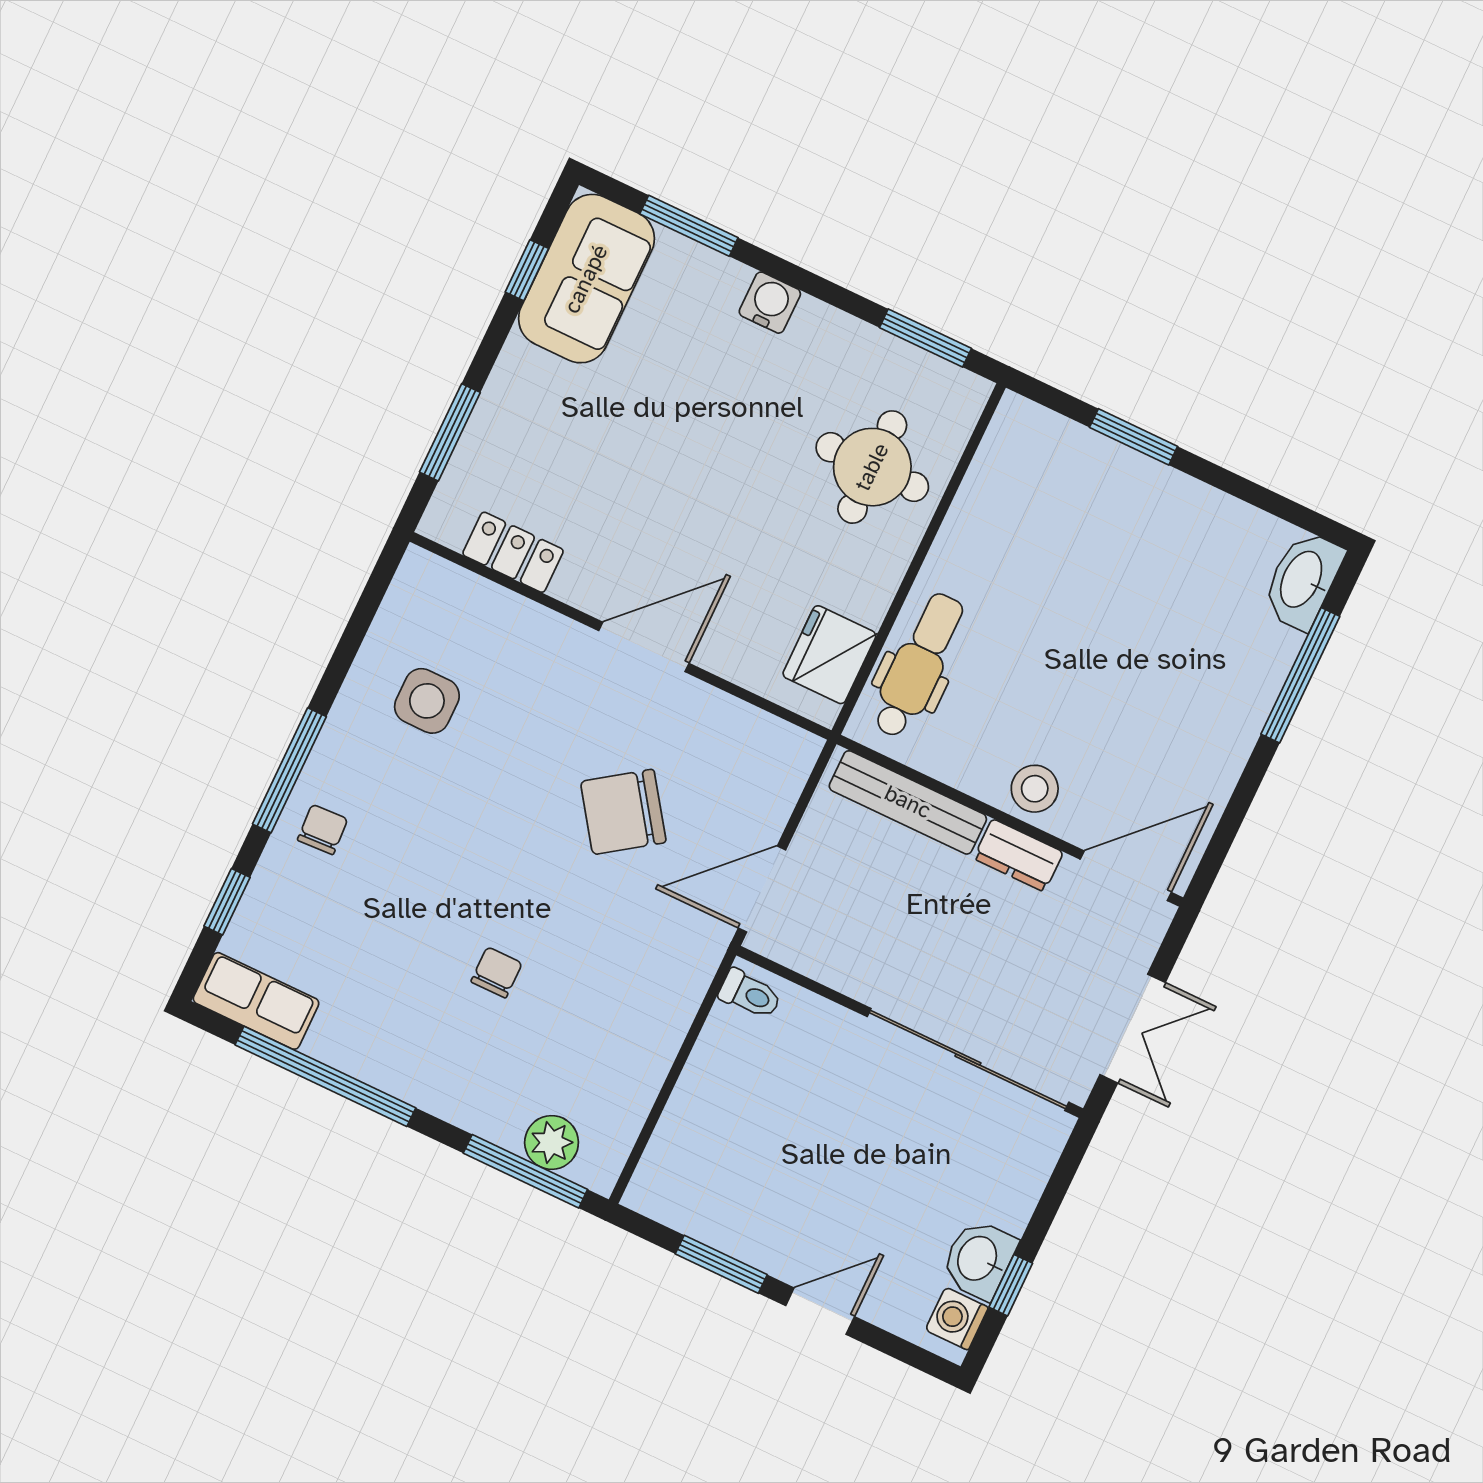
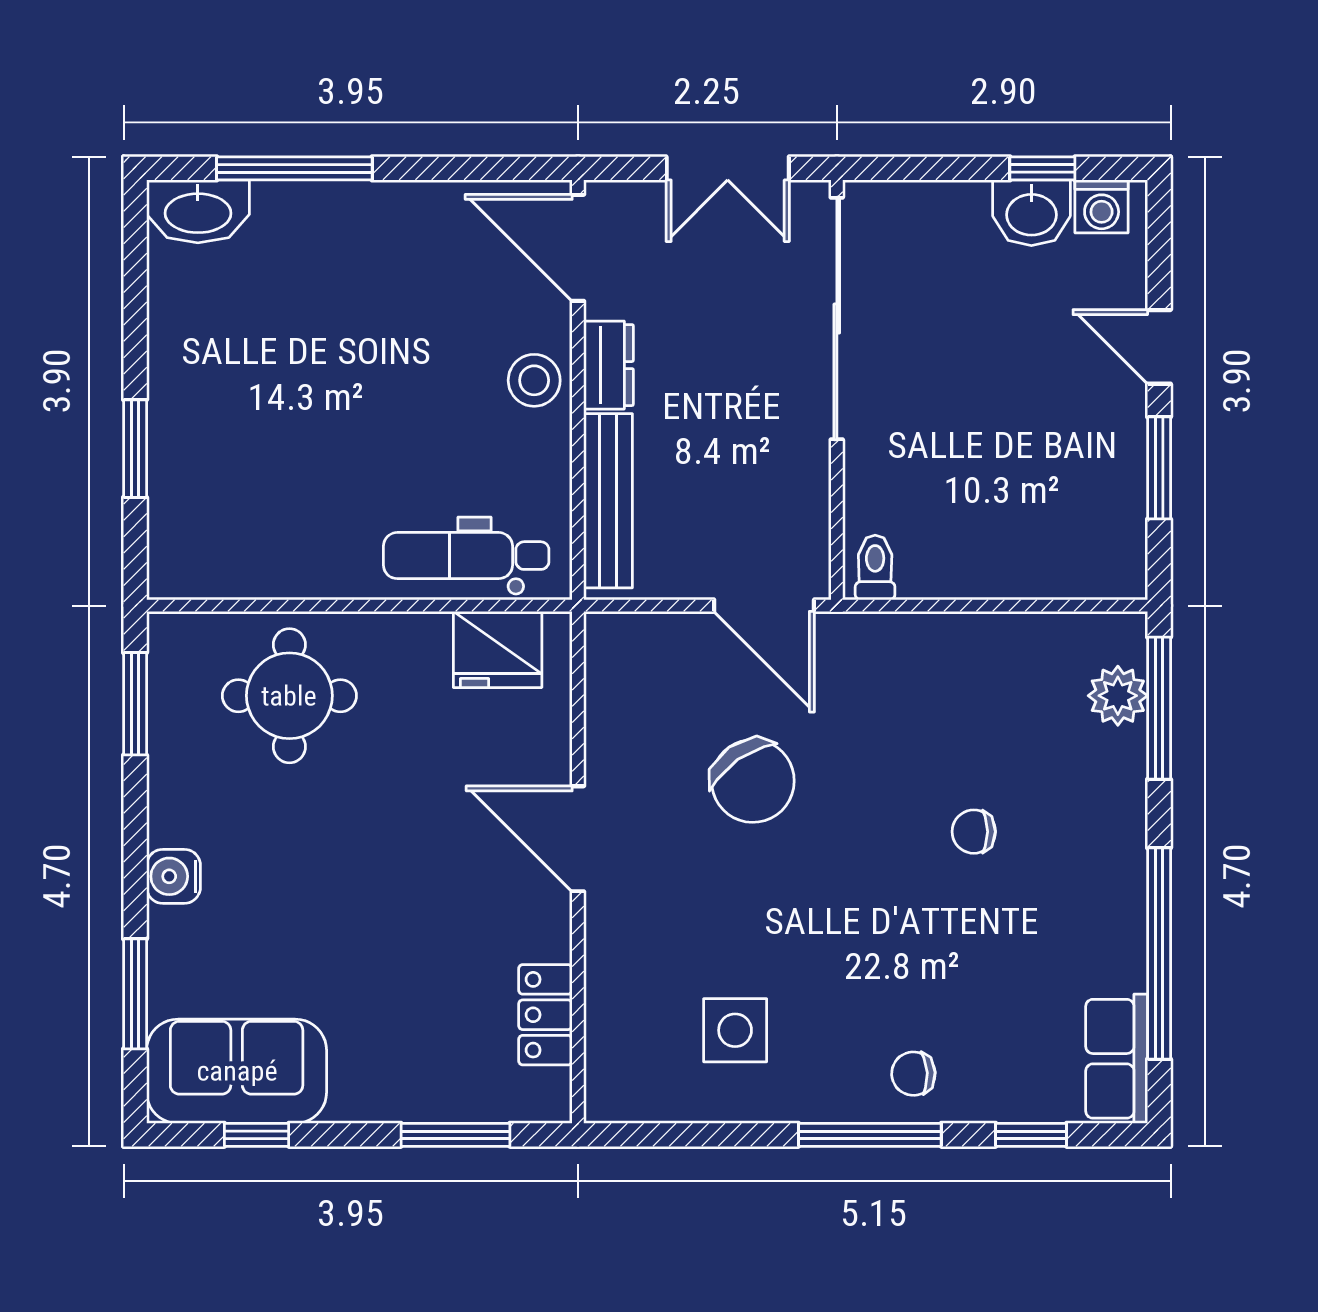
double door: (1133, 1029) -> (728, 168), swing flipped

